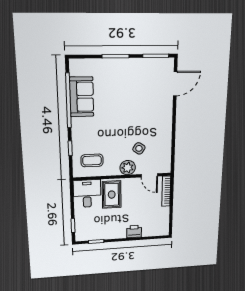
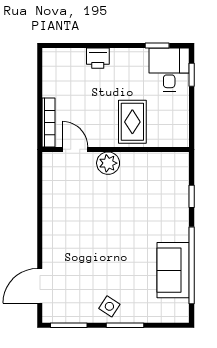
side table: (139, 148) -> (109, 306), moved
coffee table: (92, 160) -> (161, 177), removed
desk: (87, 194) -> (169, 70), moved, turned 180

